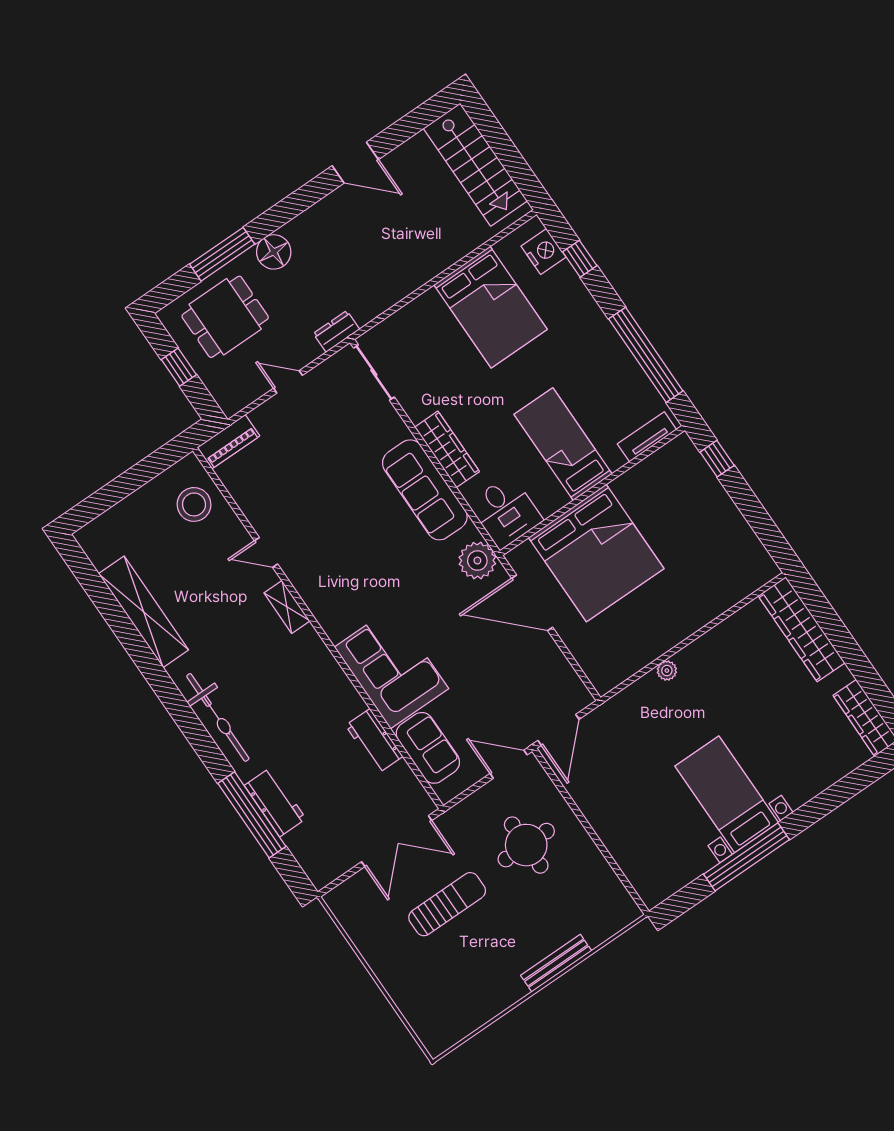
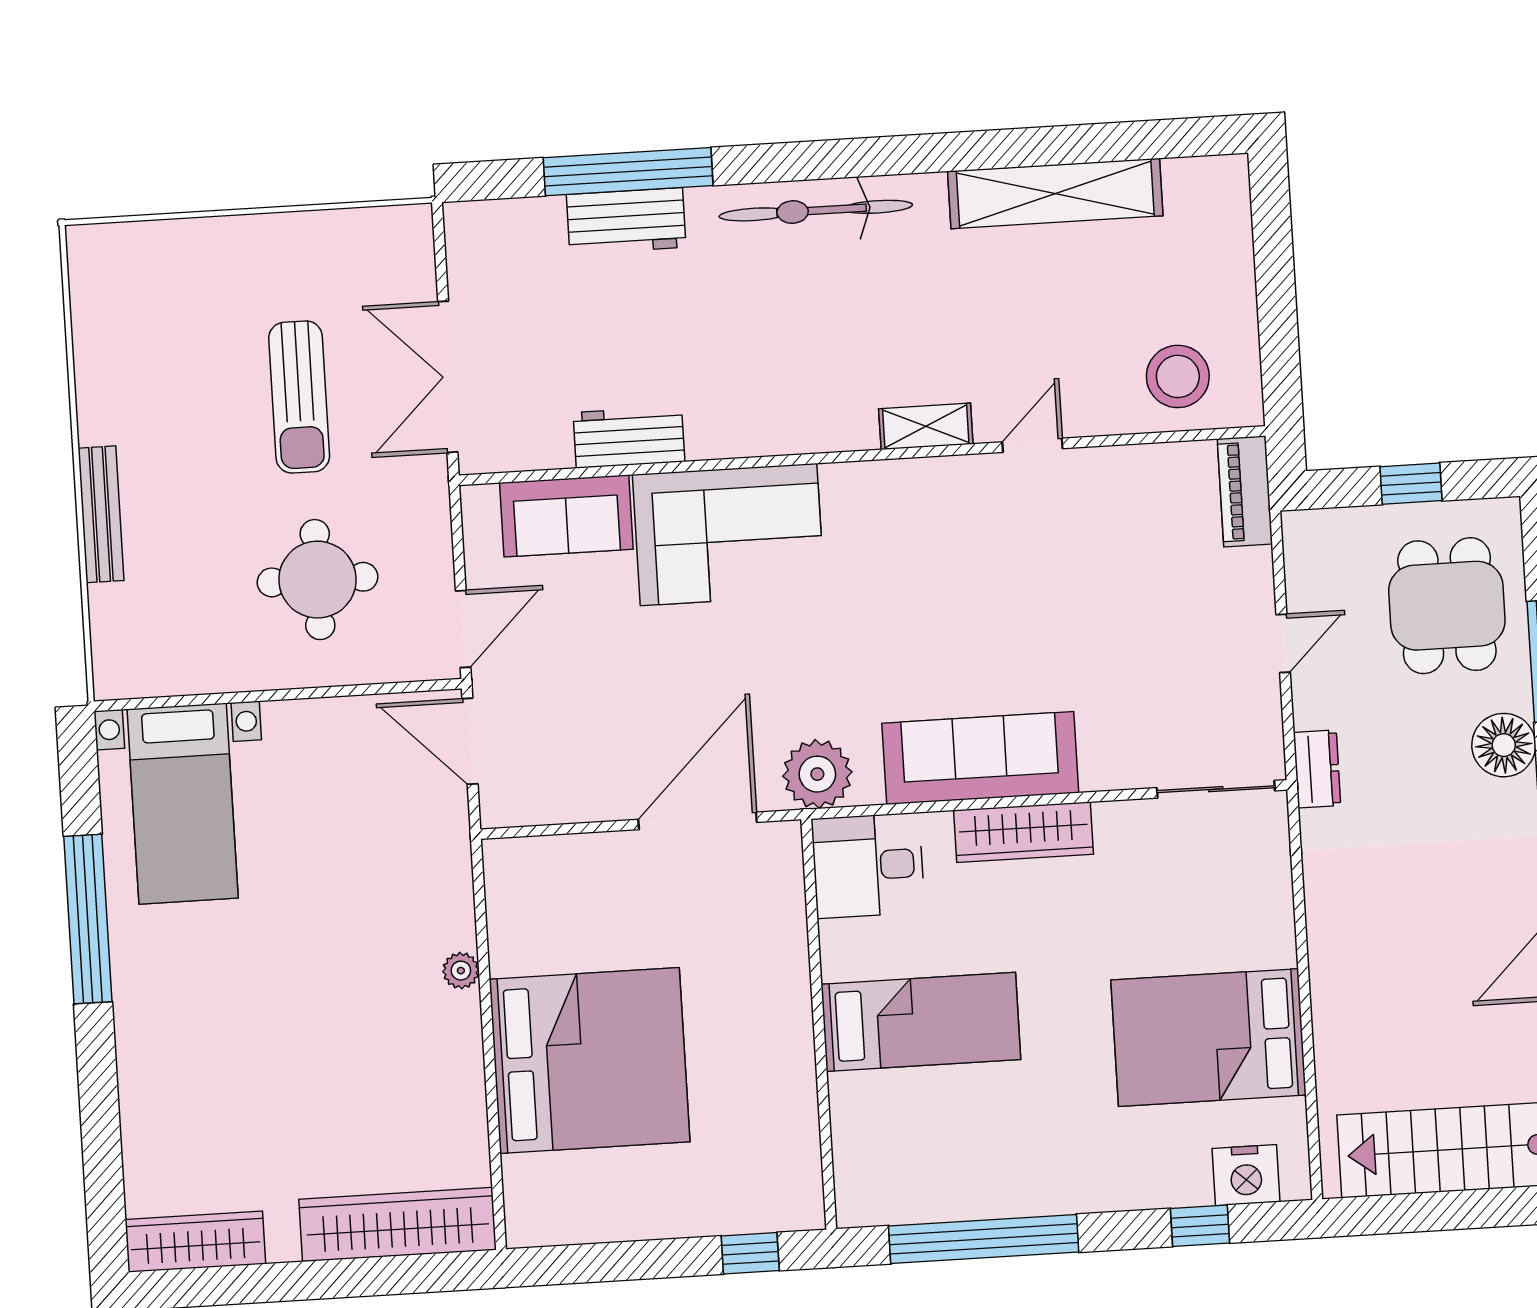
tv unit: (647, 437) -> (852, 1163), removed
bed: (596, 553) -> (590, 1061), moved, turned 180
bed with nightstands: (727, 794) -> (183, 804), moved, turned 90

